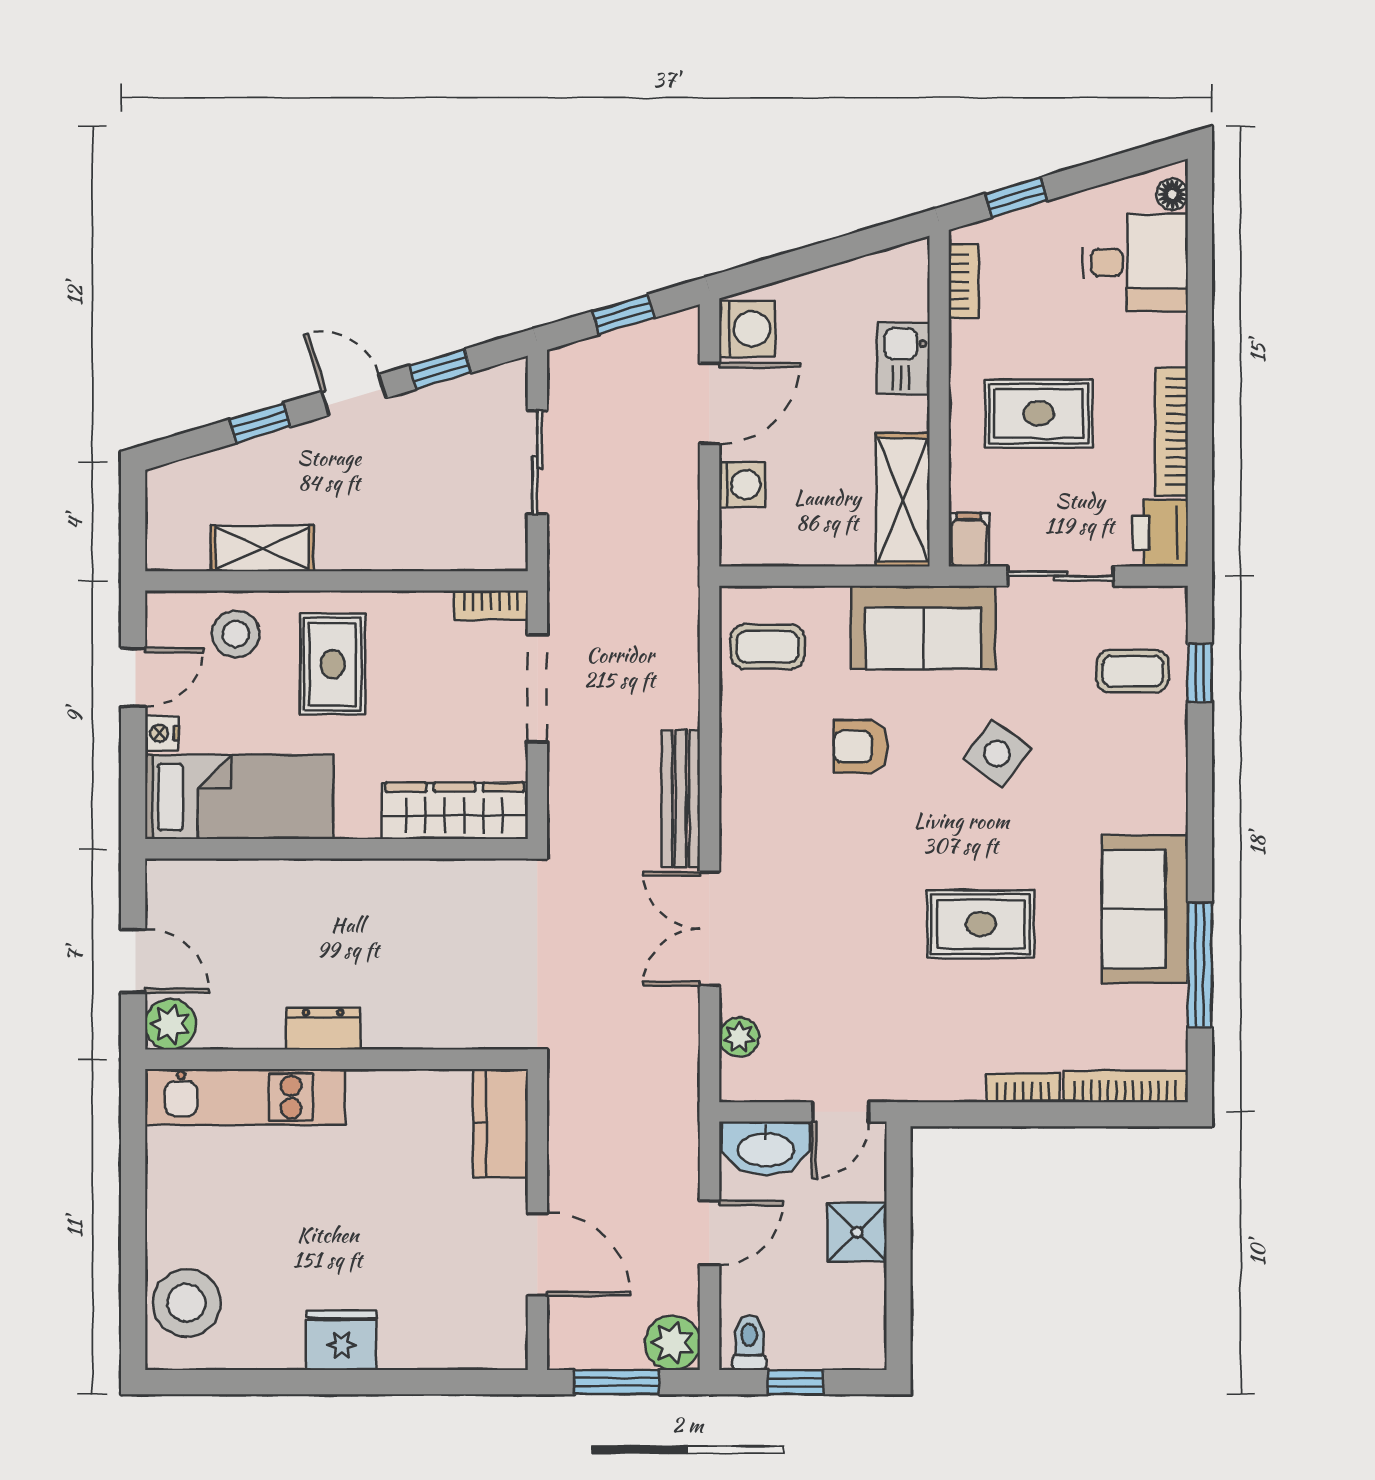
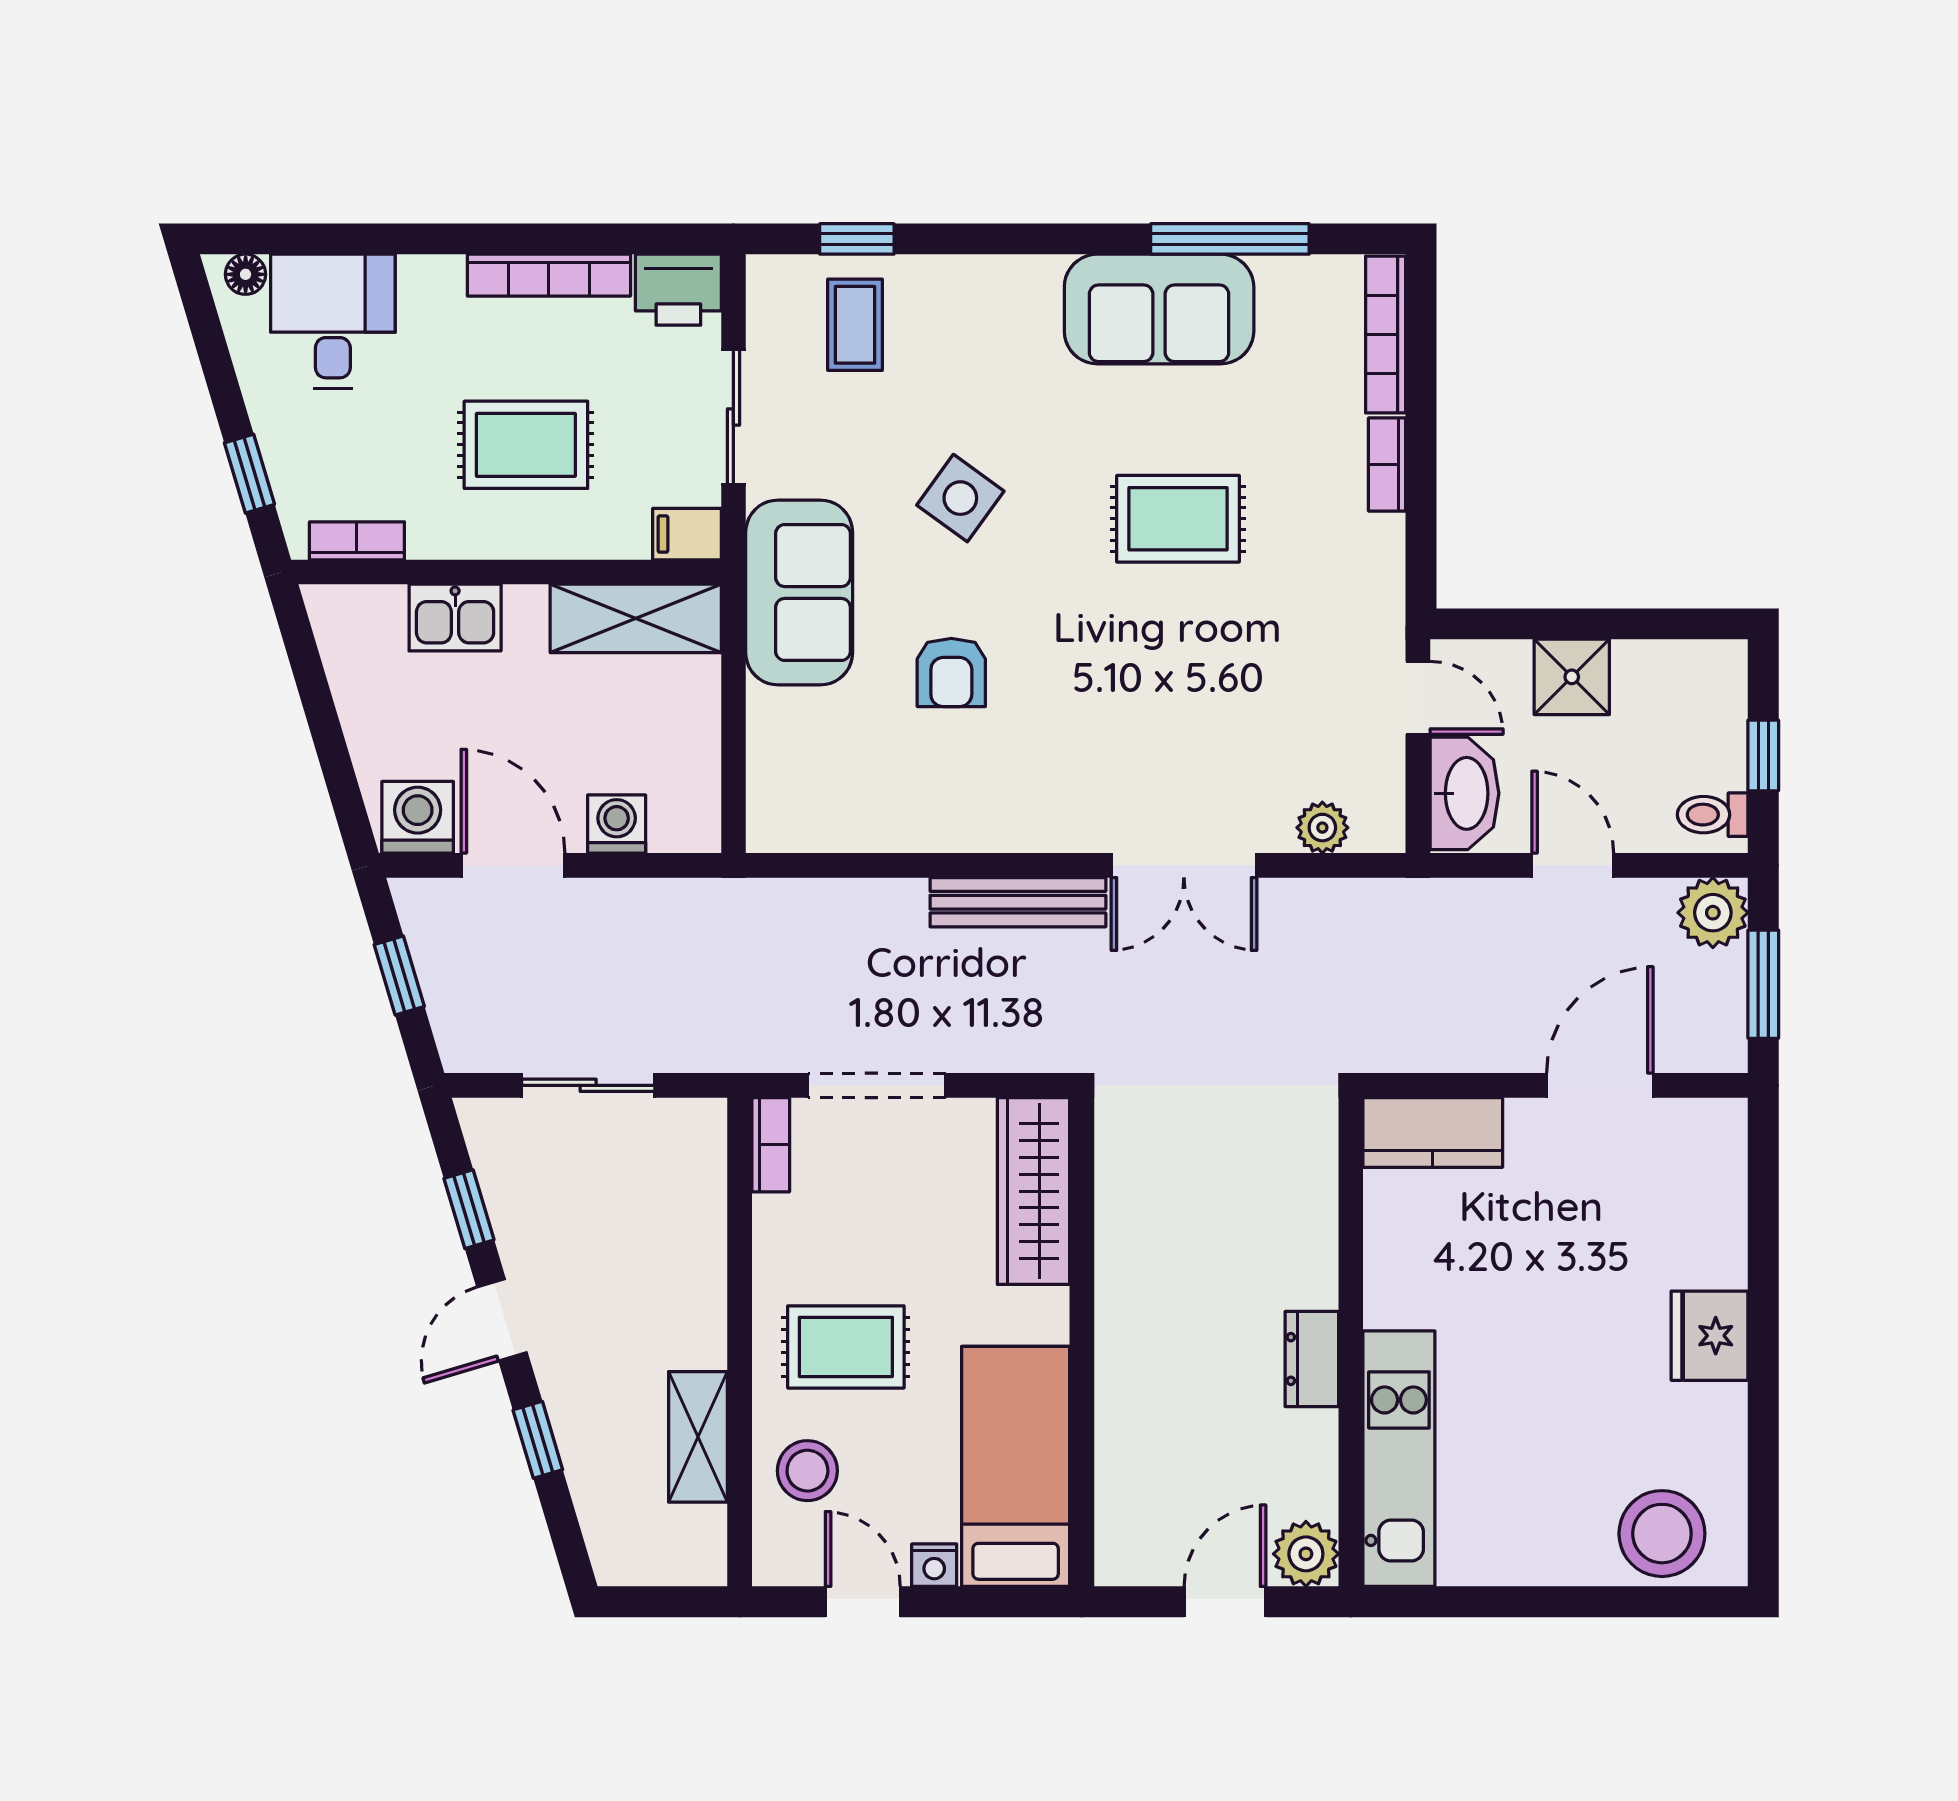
rug: (1039, 414) -> (526, 445), turned 90
coffee table: (768, 647) -> (824, 791), removed
rug: (981, 924) -> (1178, 519), turned 90

